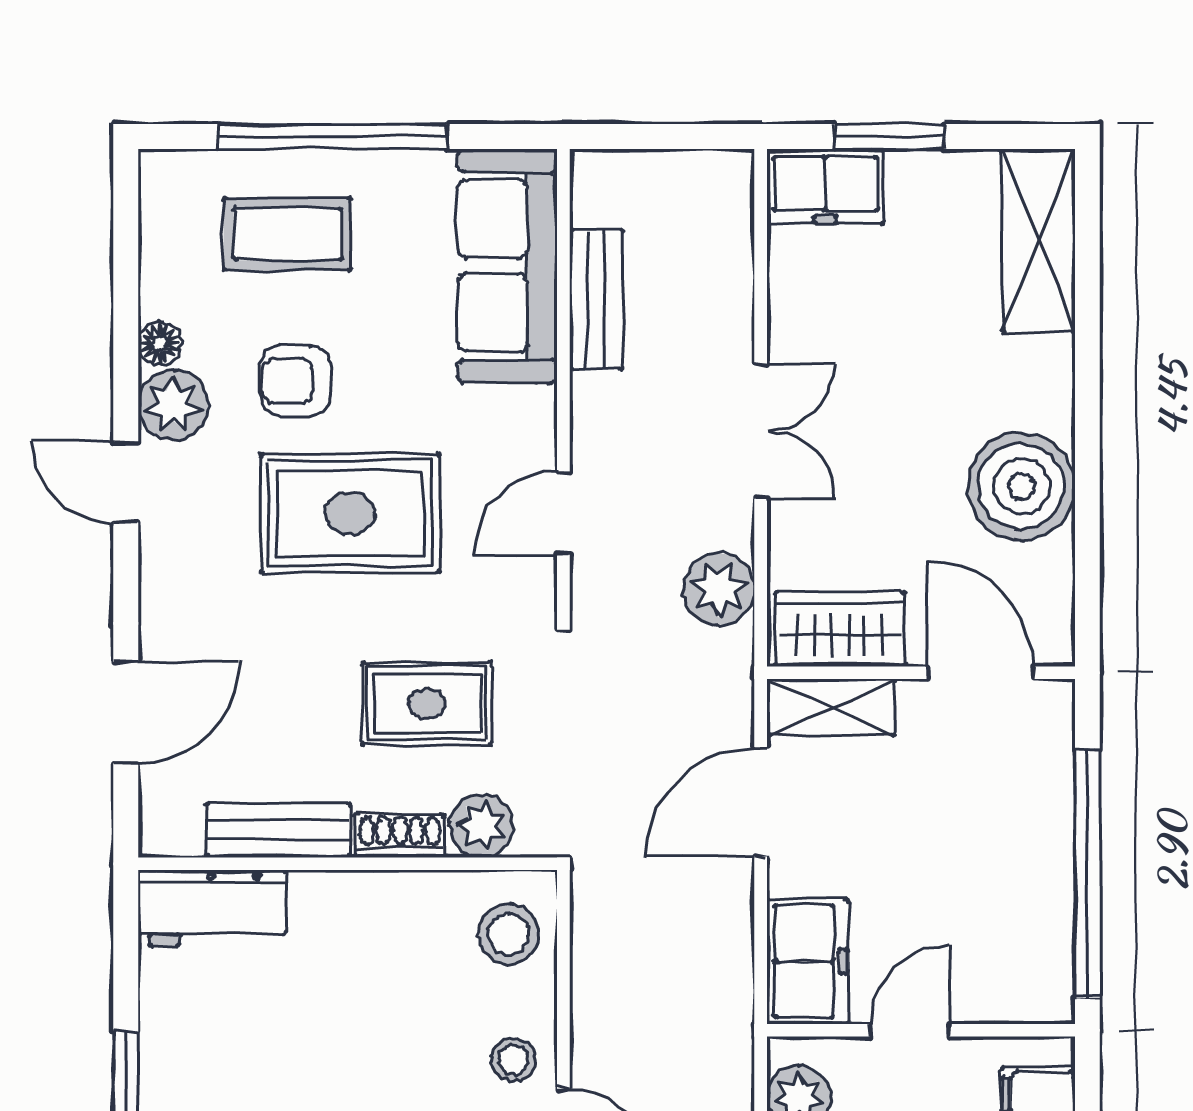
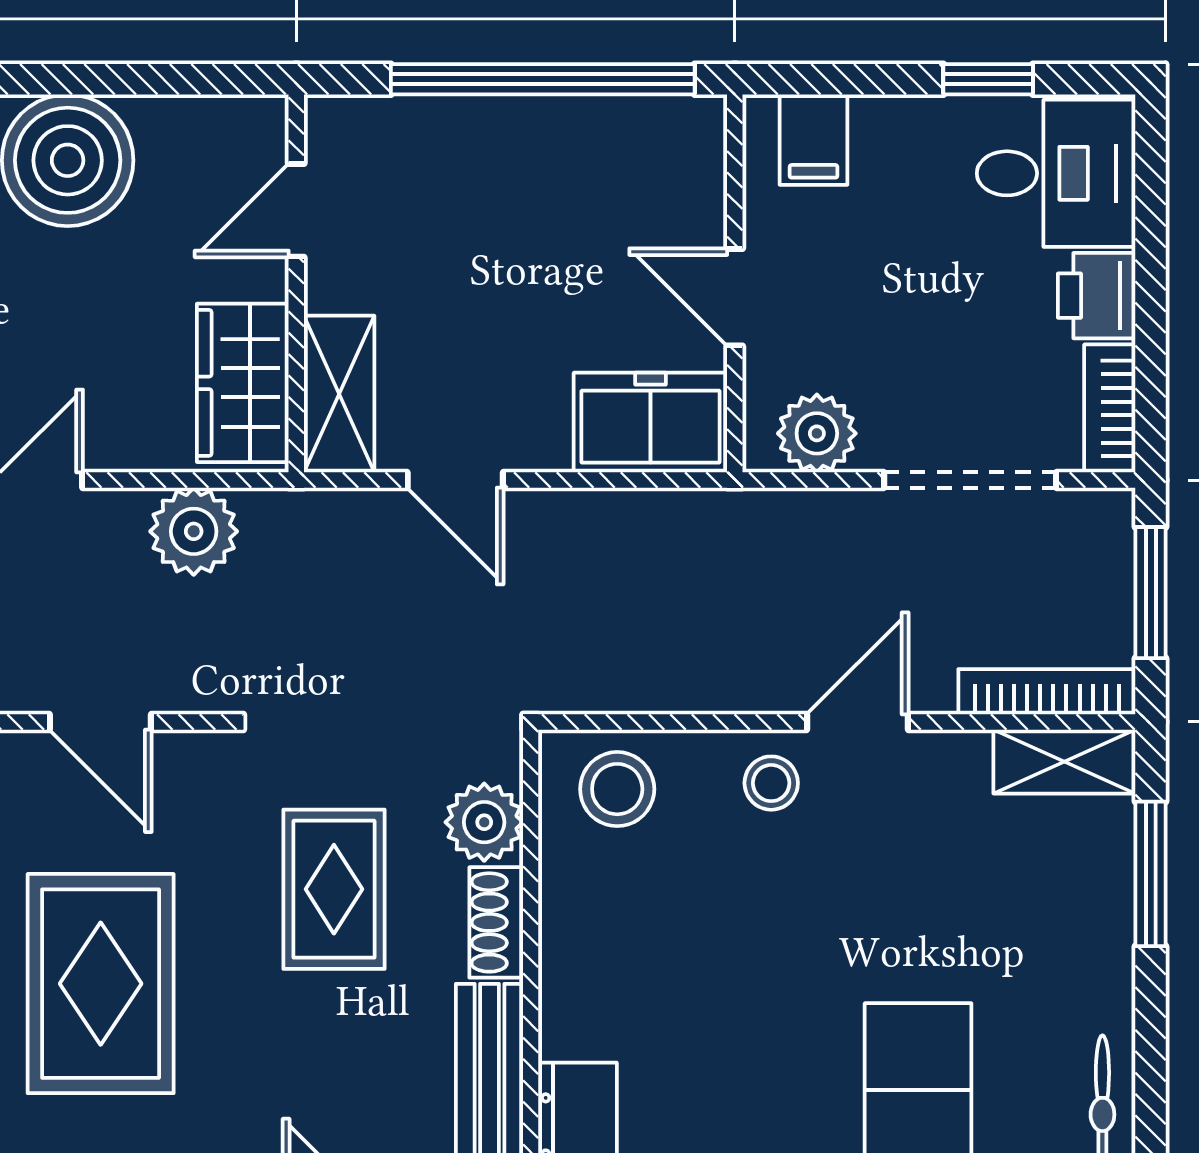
door: (981, 673) -> (296, 210), width x0.73
door: (761, 802) -> (455, 480), width x0.73

